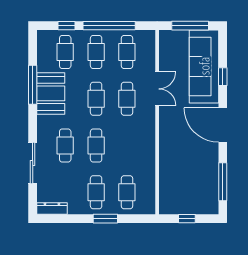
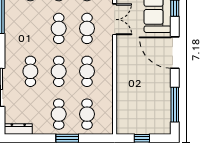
booth: (51, 93) -> (17, 24), removed
cafe table: (127, 145) -> (87, 71), added

